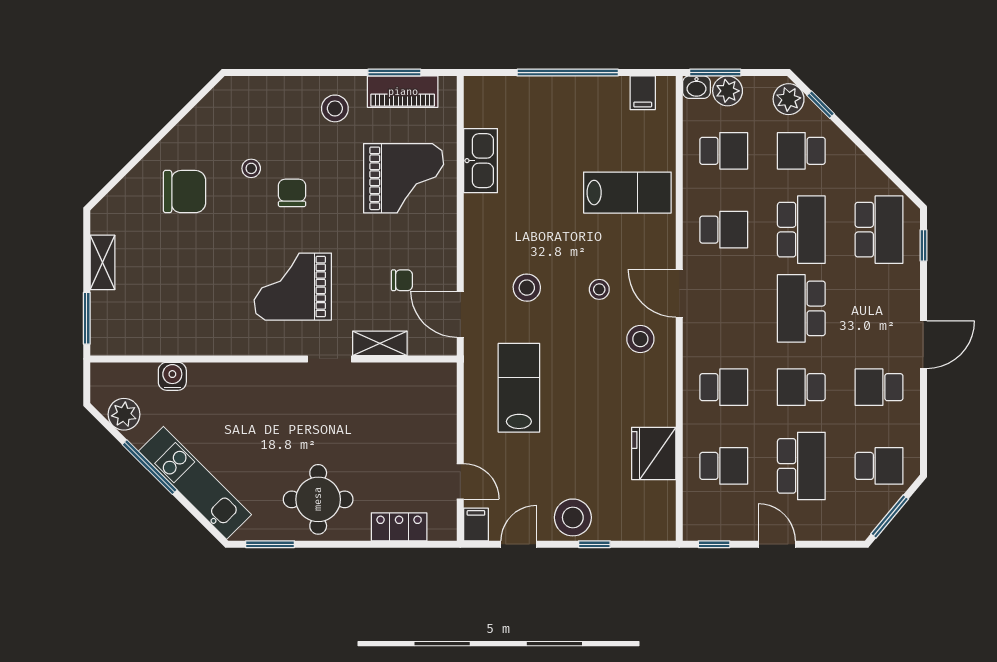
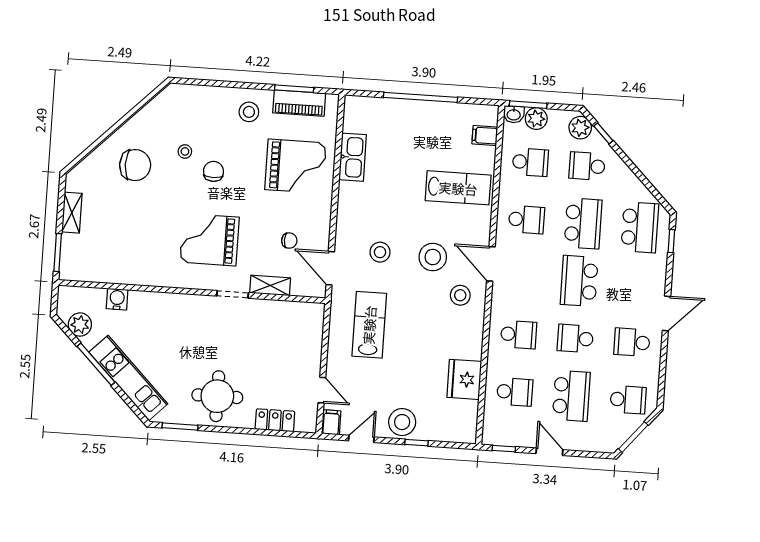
filing cabinet: (643, 93) -> (485, 135), moved, turned 90
stool: (599, 289) -> (433, 257), width x1.89, depth x1.89

